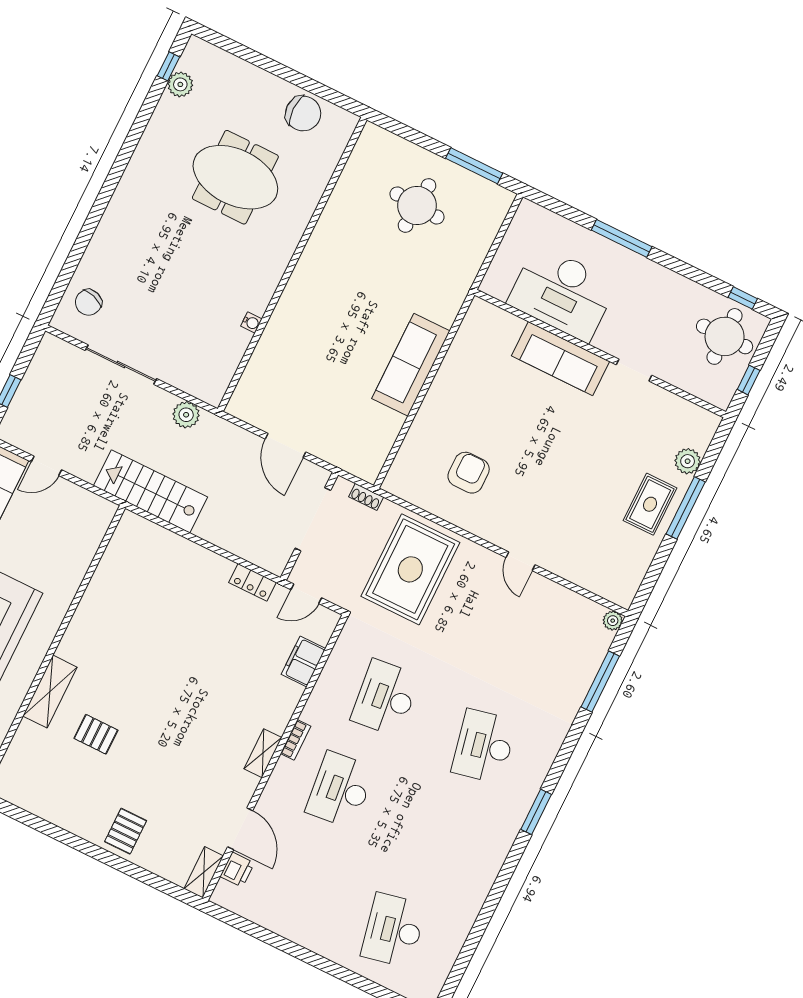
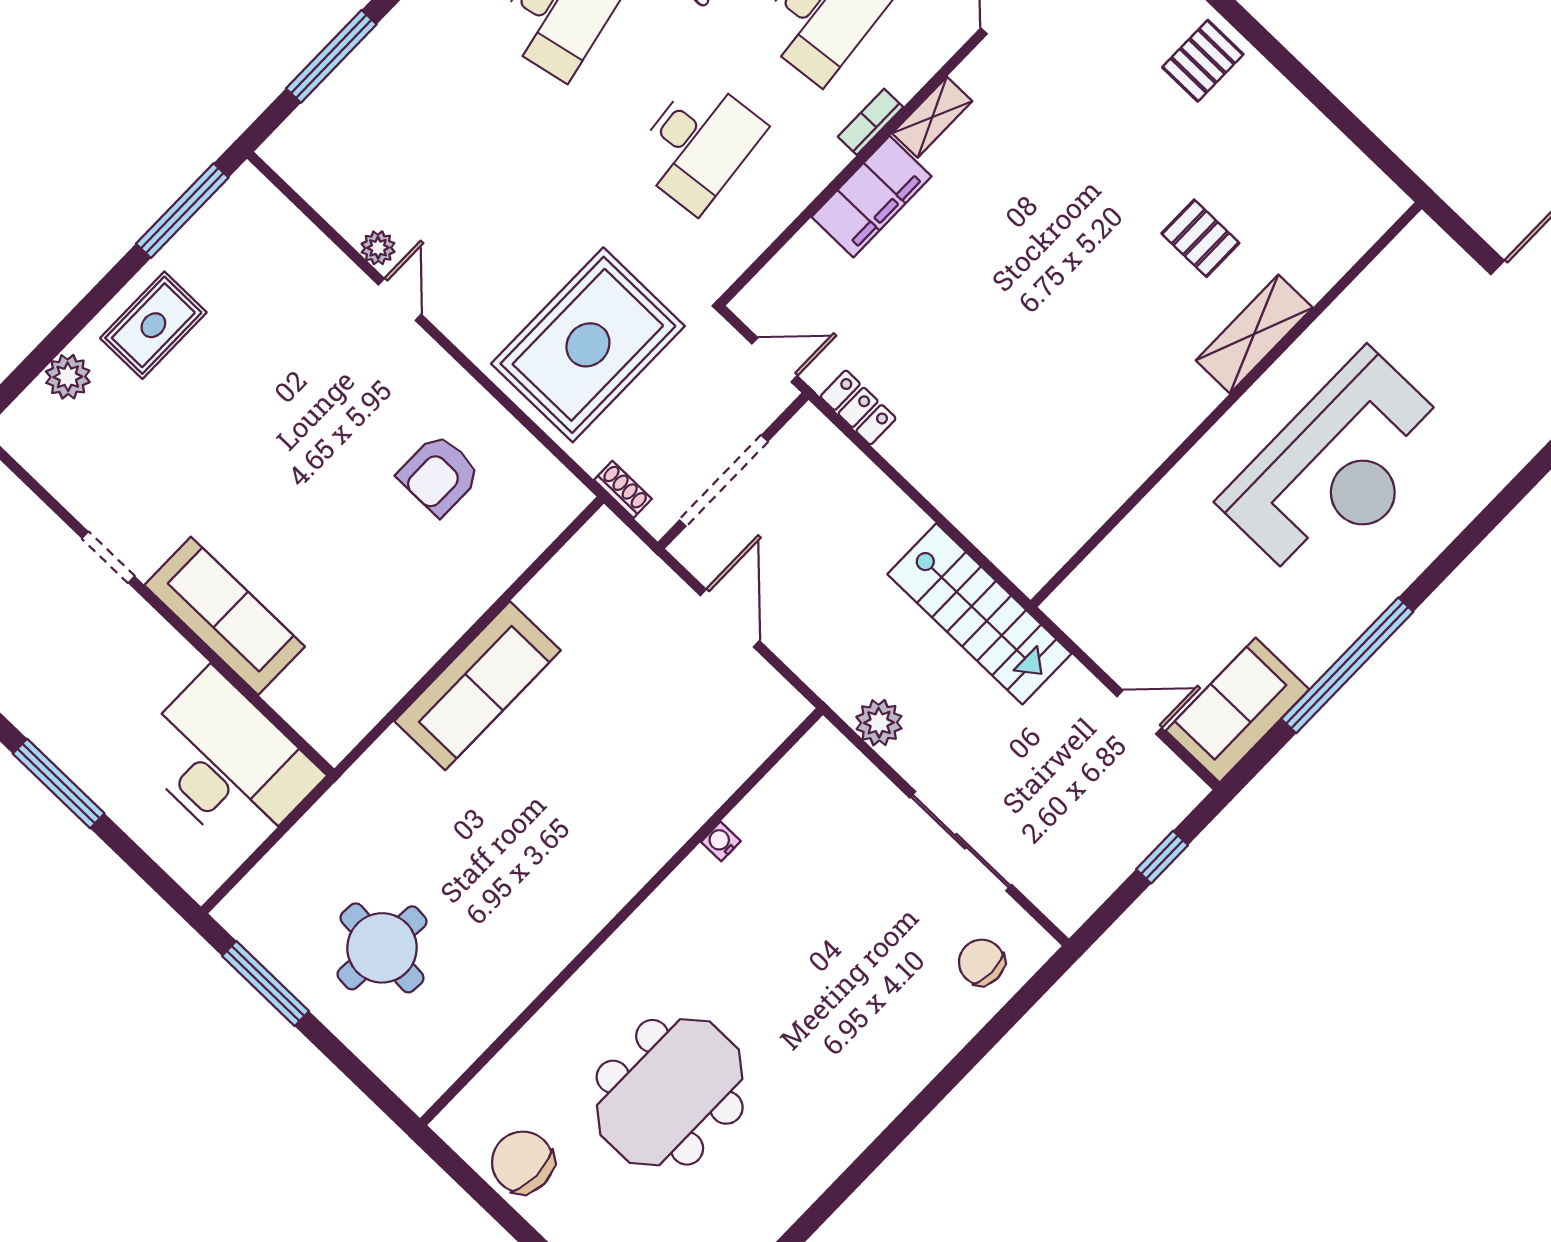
meeting table: (235, 177) -> (670, 1092), turned 90
desk: (562, 293) -> (227, 763), moved
chair: (88, 302) -> (982, 962), turned -108
window: (686, 508) -> (182, 211), moved
plant: (613, 621) -> (378, 248), moved
filing cabinet: (303, 661) -> (872, 197), moved, width x1.50, depth x1.17

